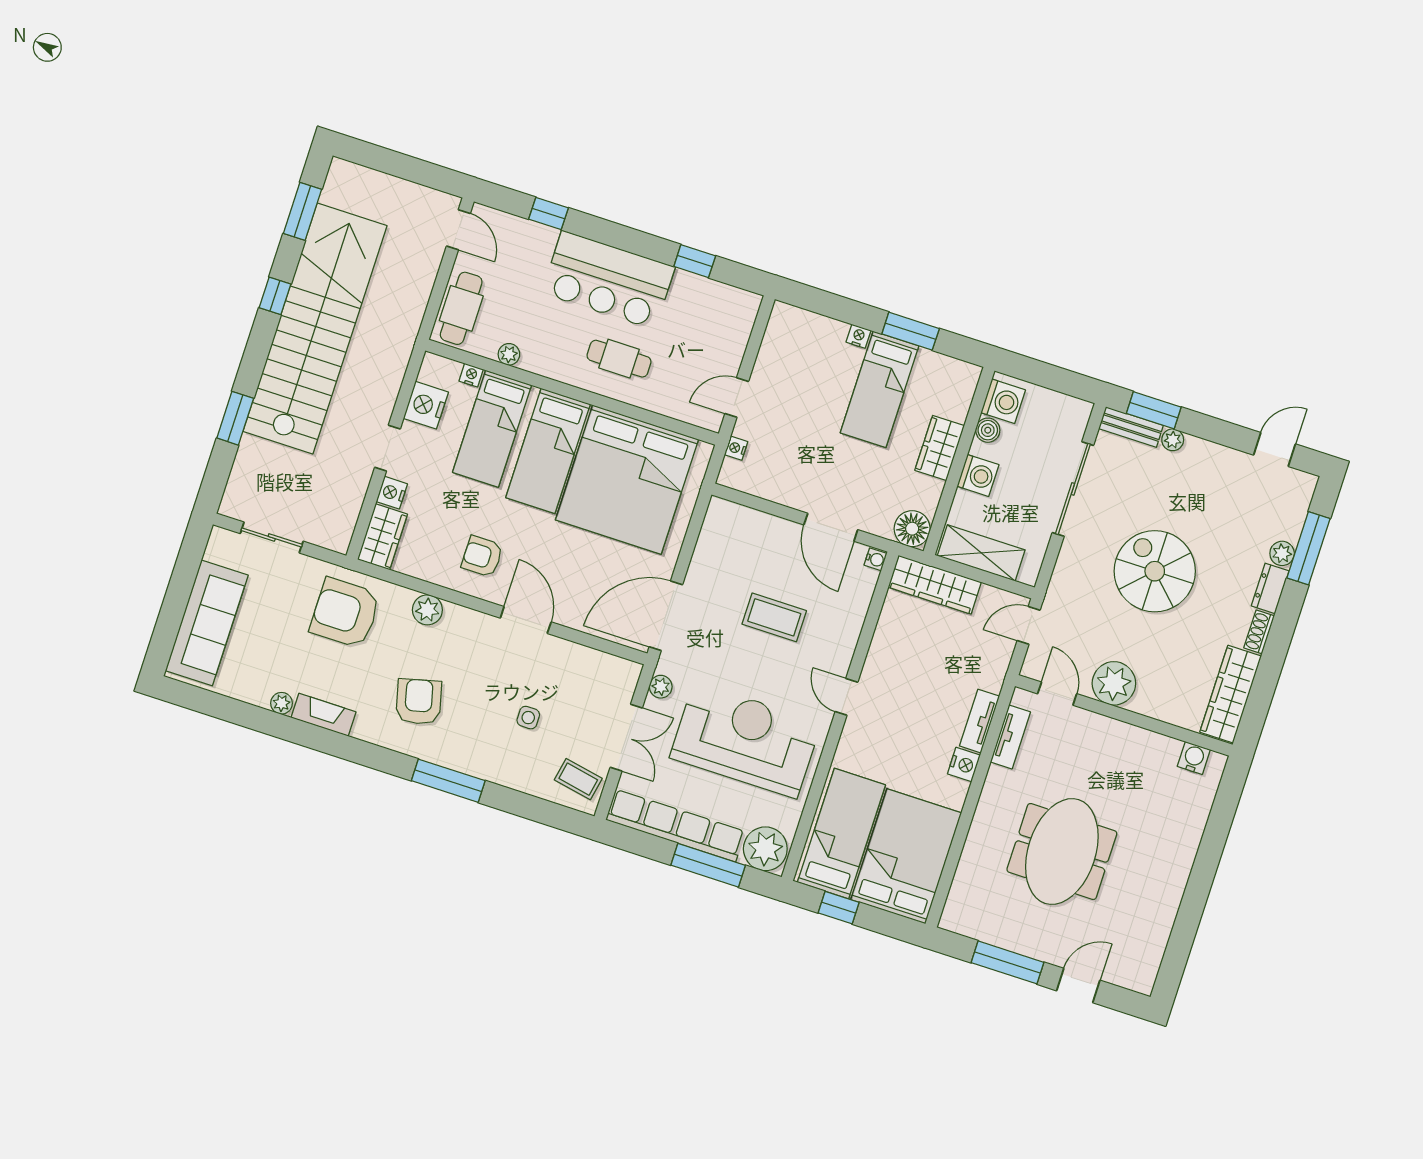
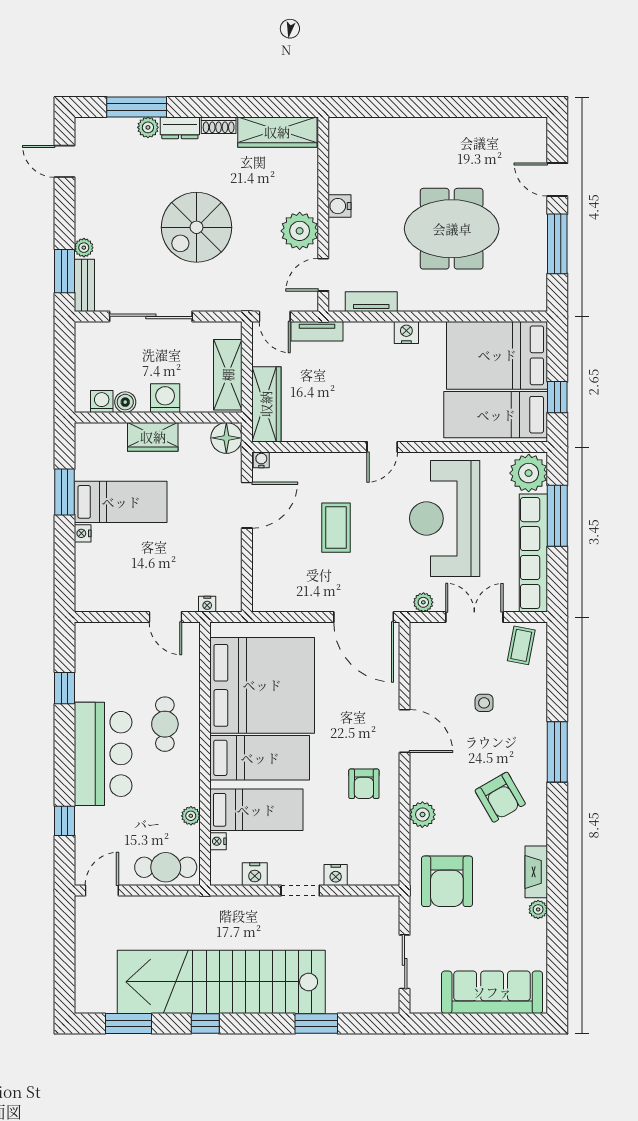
washing machine: (1003, 401) -> (102, 401), width x0.73, depth x0.73
nightstand: (426, 405) -> (255, 874), width x0.74, depth x0.75
wardrobe: (382, 537) -> (374, 871), removed
door: (526, 620) -> (405, 731), swing flipped
armchair: (419, 702) -> (500, 797), turned -106
tv unit: (979, 721) -> (317, 331), moved
water cooler: (1194, 758) -> (340, 206), moved

